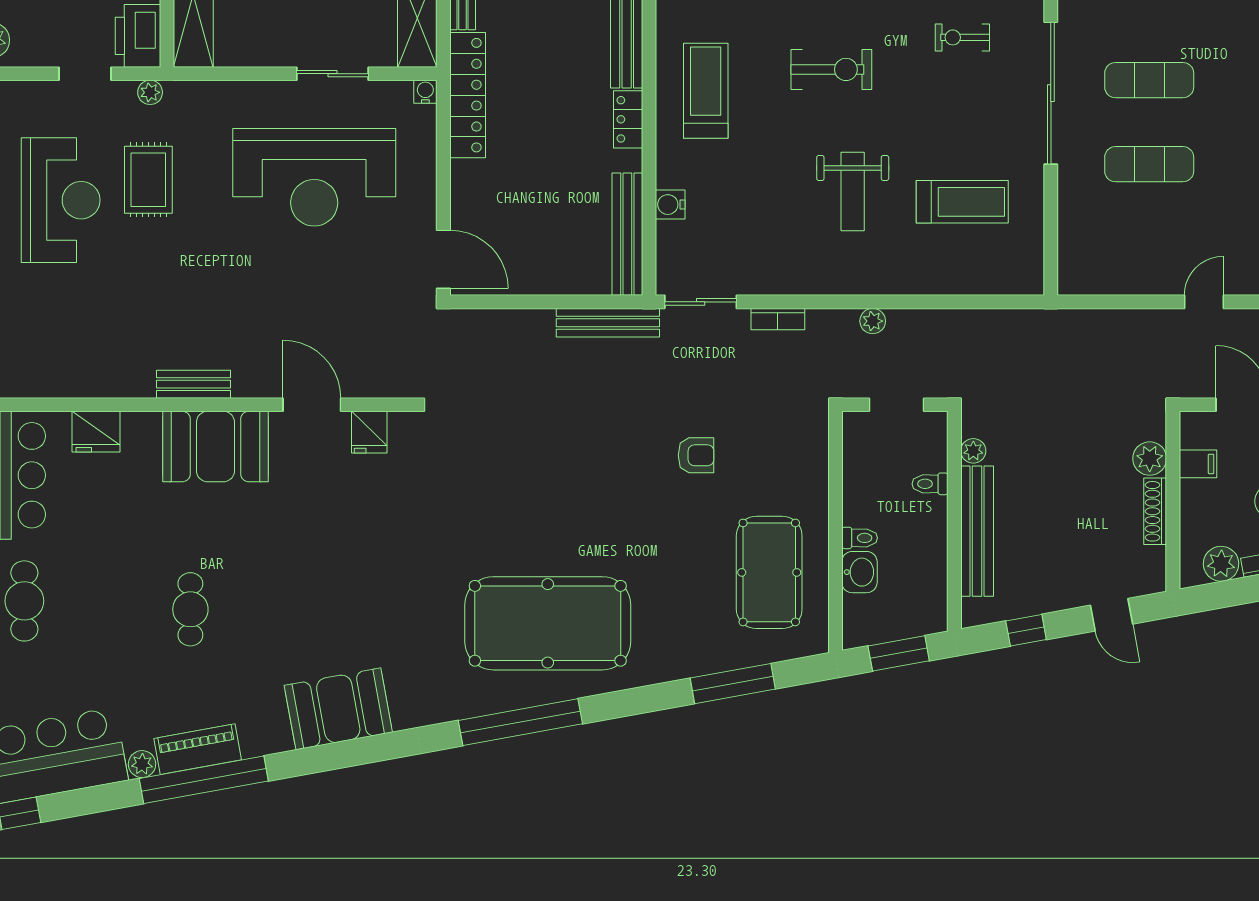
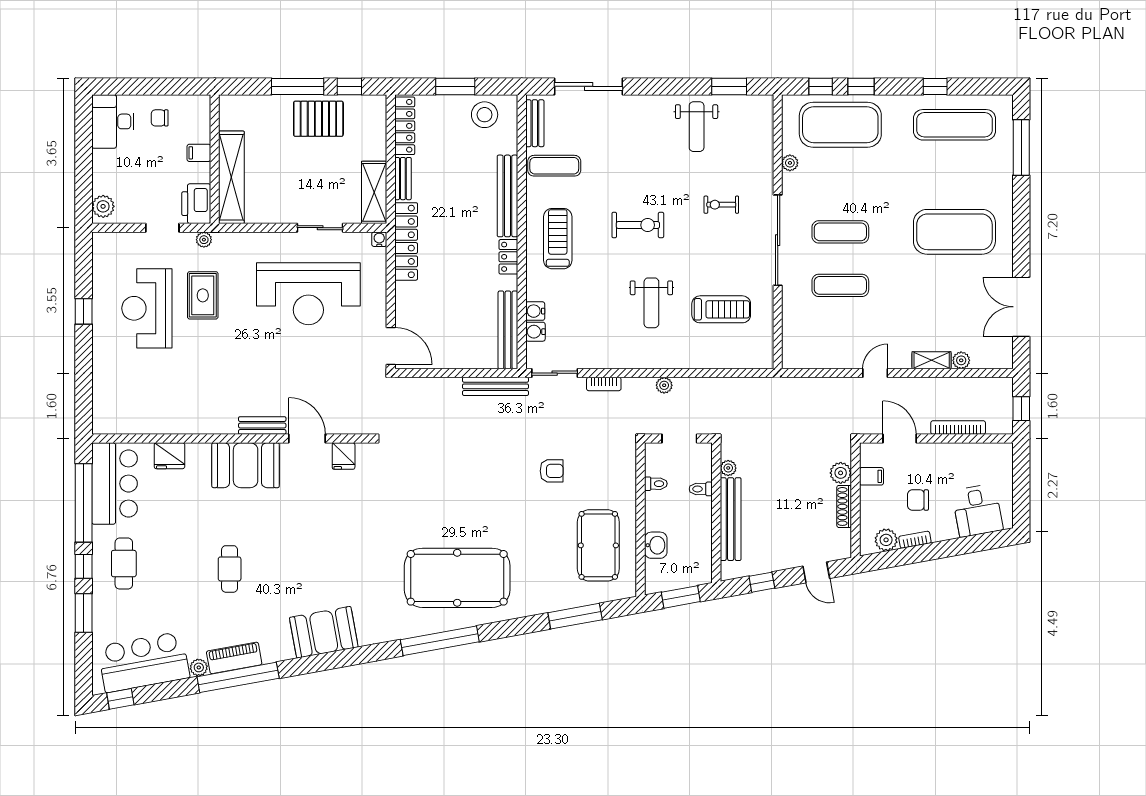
reception desk: (61, 200) -> (147, 308), turned 180
water cooler: (671, 237) -> (535, 332), added
bench: (193, 384) -> (262, 426), moved
toilet: (860, 538) -> (656, 484), moved

